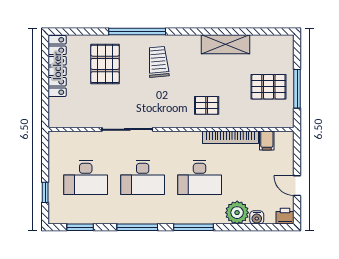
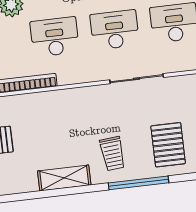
shelving: (226, 44) -> (64, 178), moved
pallet: (207, 105) -> (56, 114), removed

